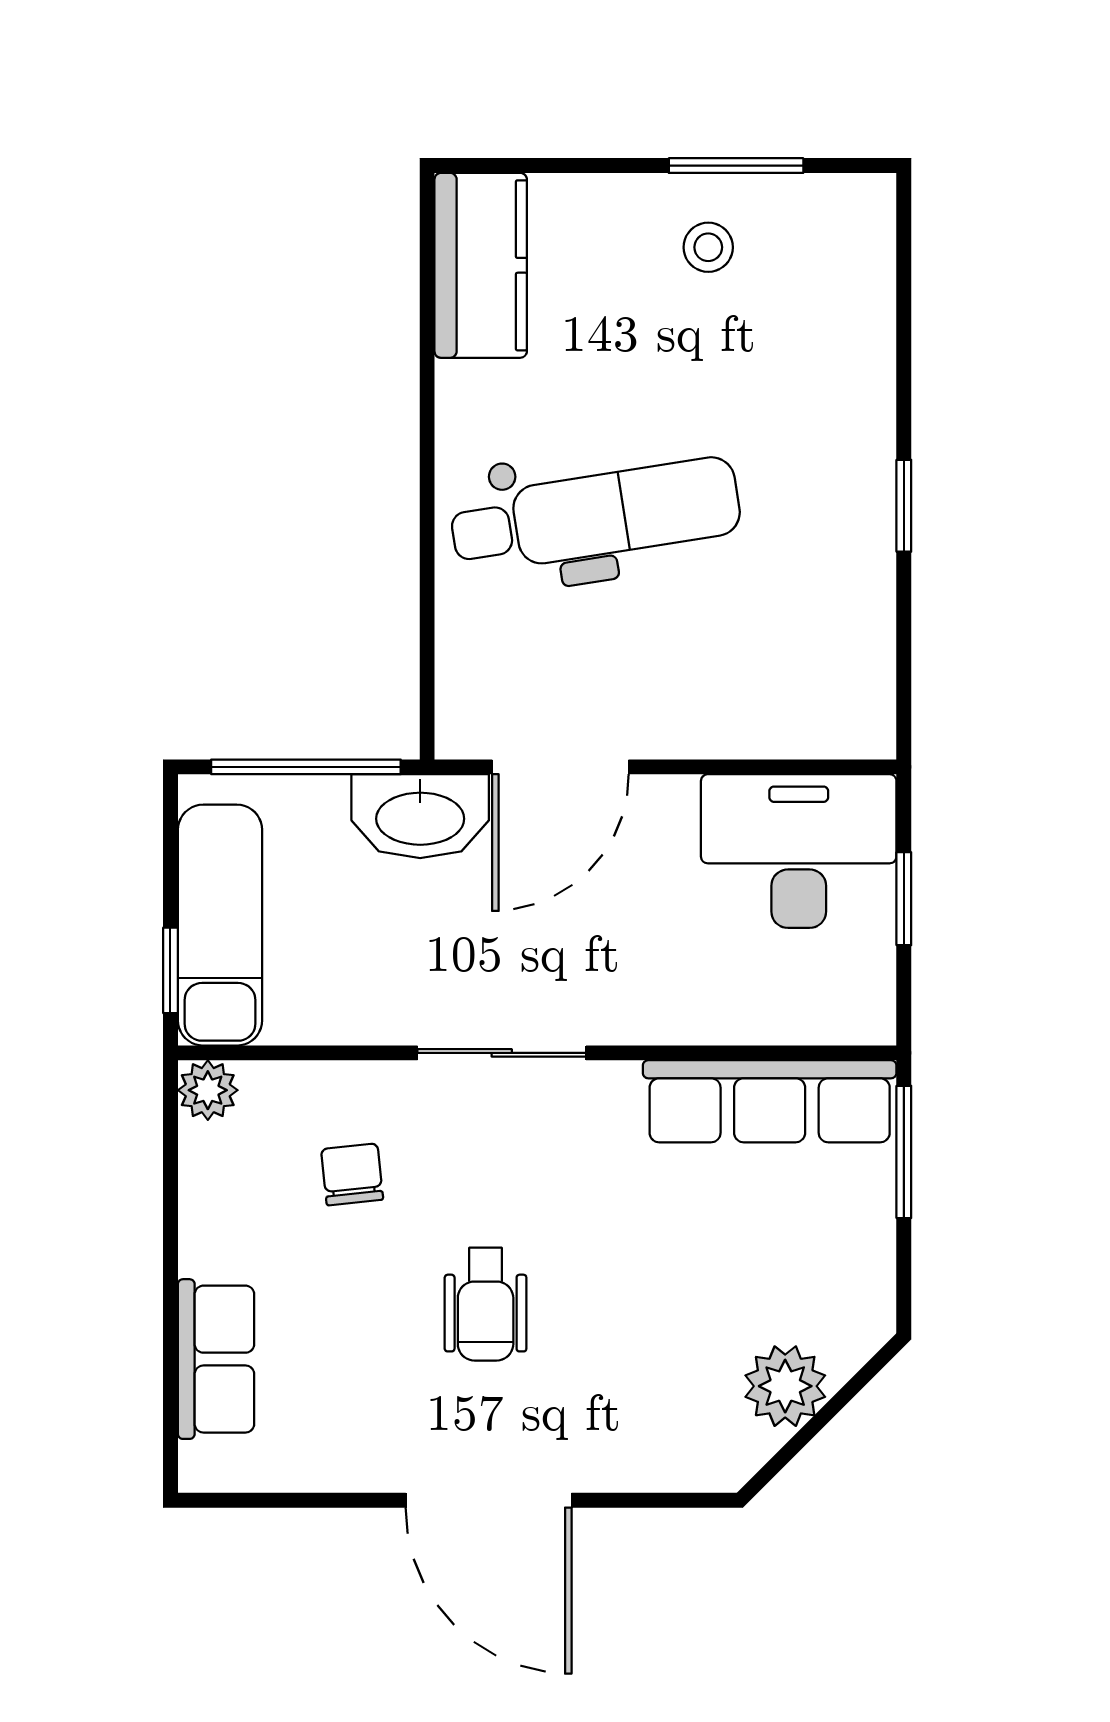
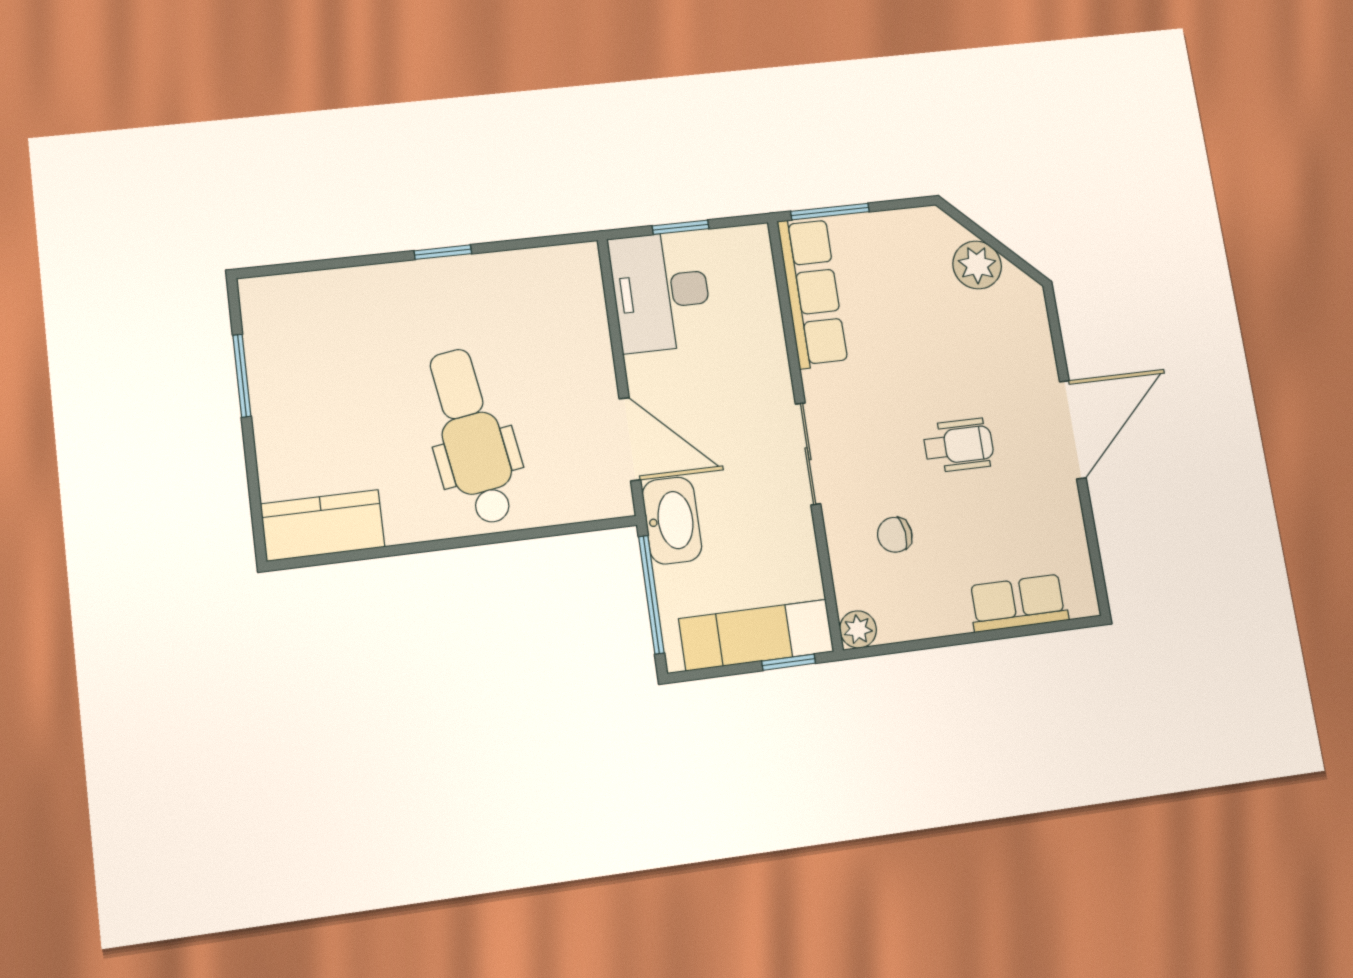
stool: (708, 247) -> (296, 387), removed

